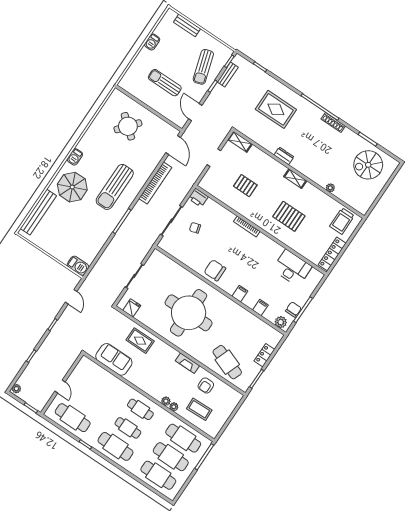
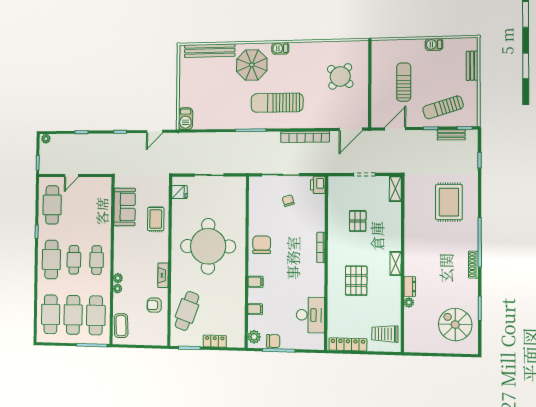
dresser: (284, 156) -> (410, 286), moved
coffee table: (199, 409) -> (121, 326), moved

